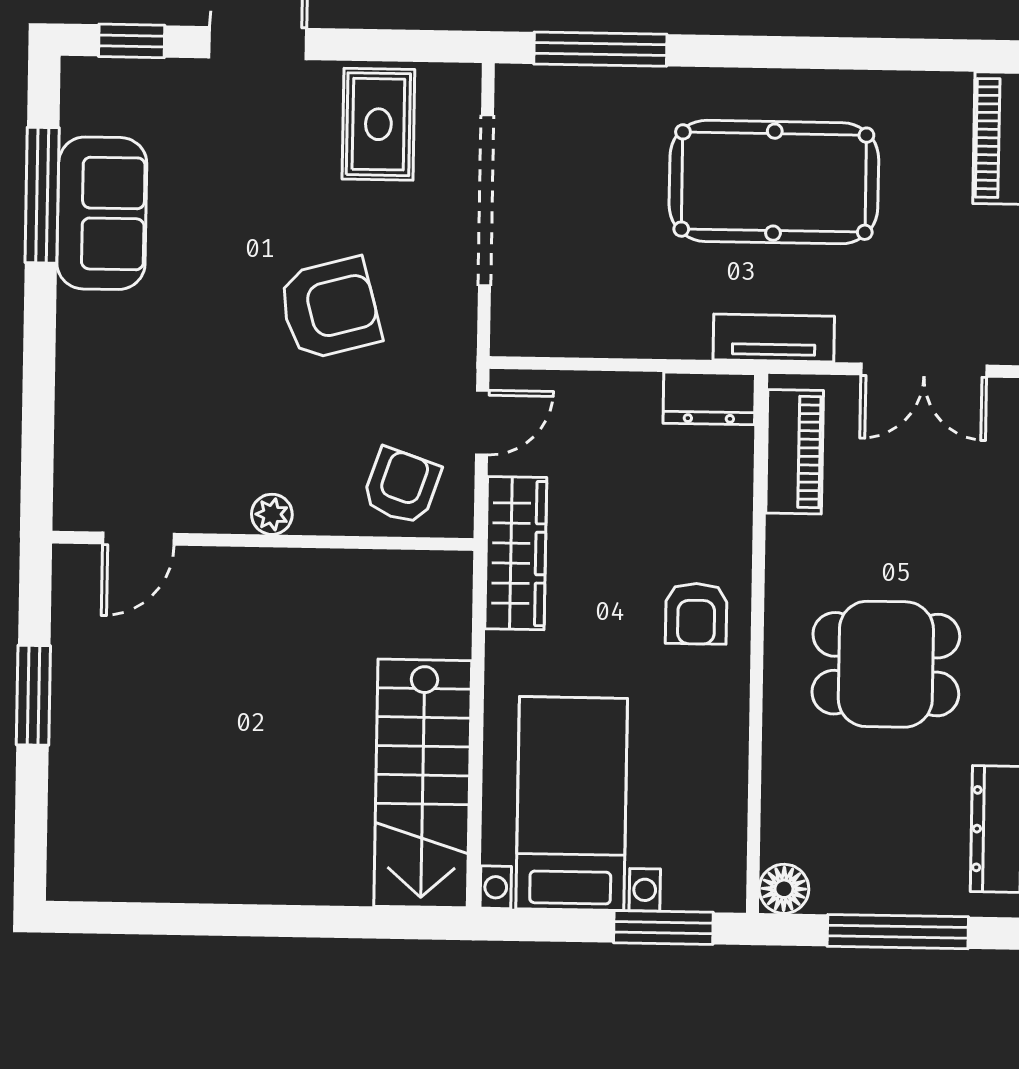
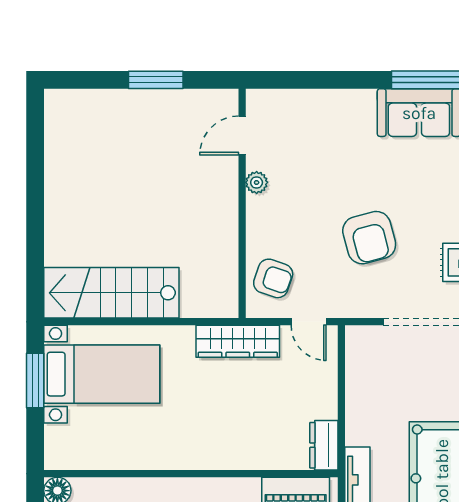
plant: (272, 514) -> (257, 182), moved
door: (138, 539) -> (242, 136), hinge flipped
armchair: (696, 614) -> (207, 440), removed
window: (663, 928) -> (35, 380), moved

